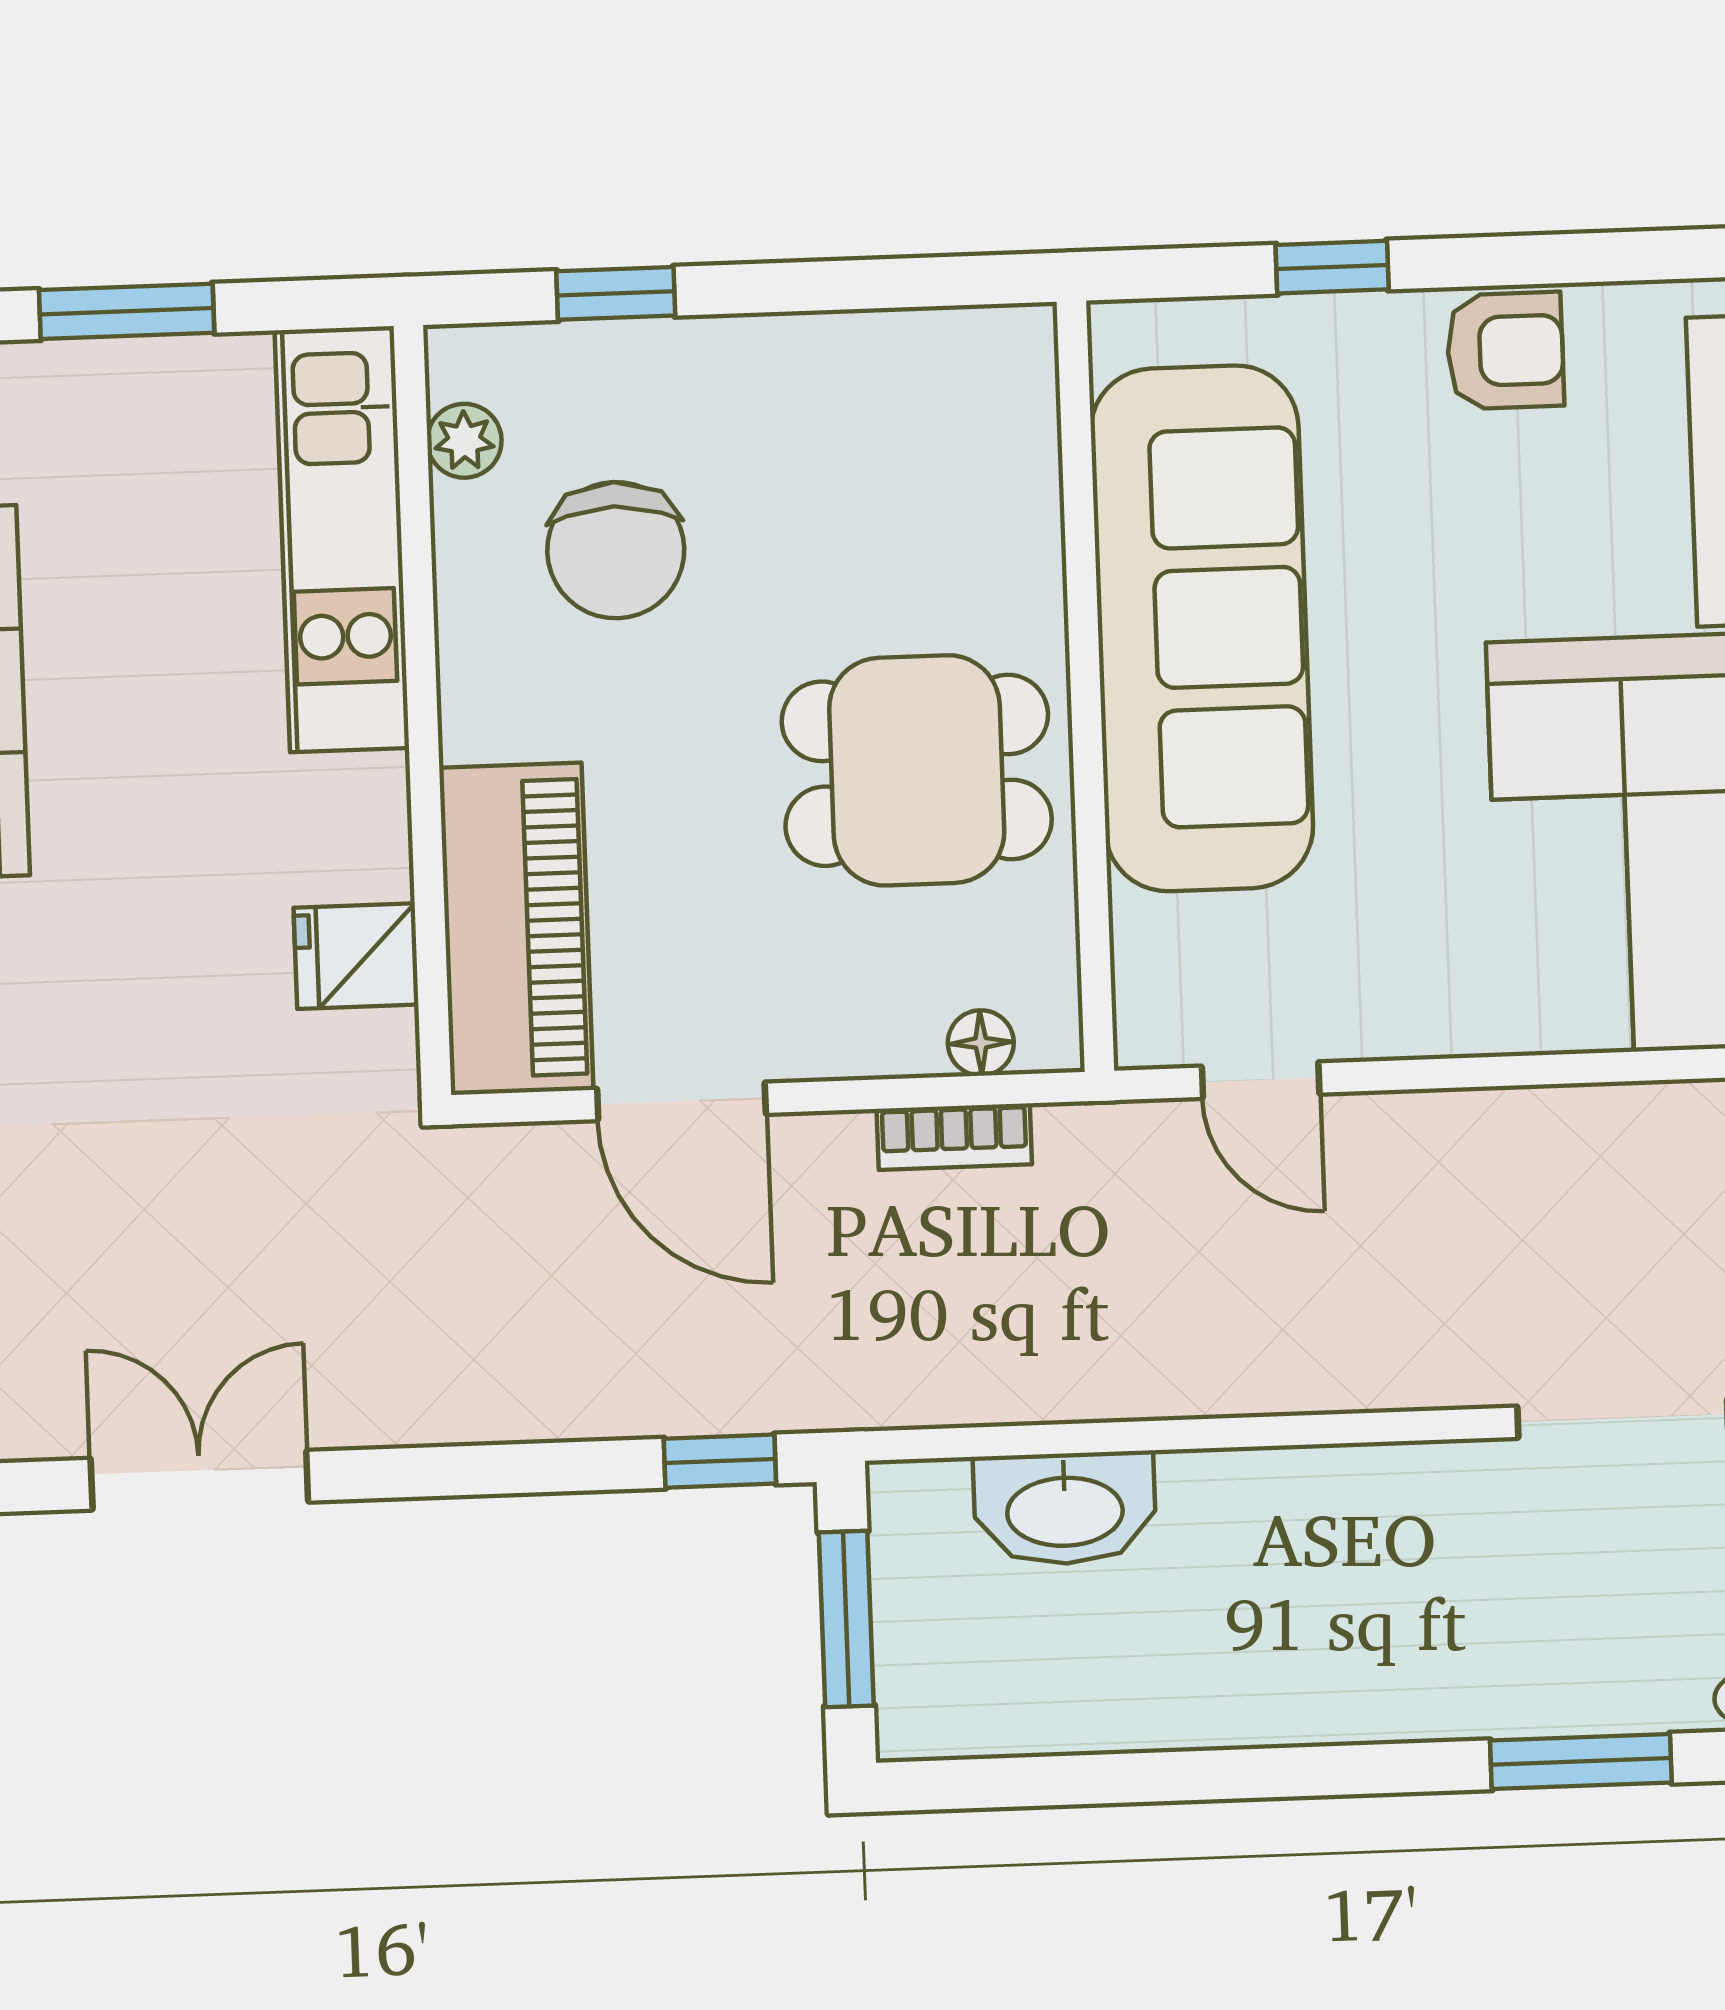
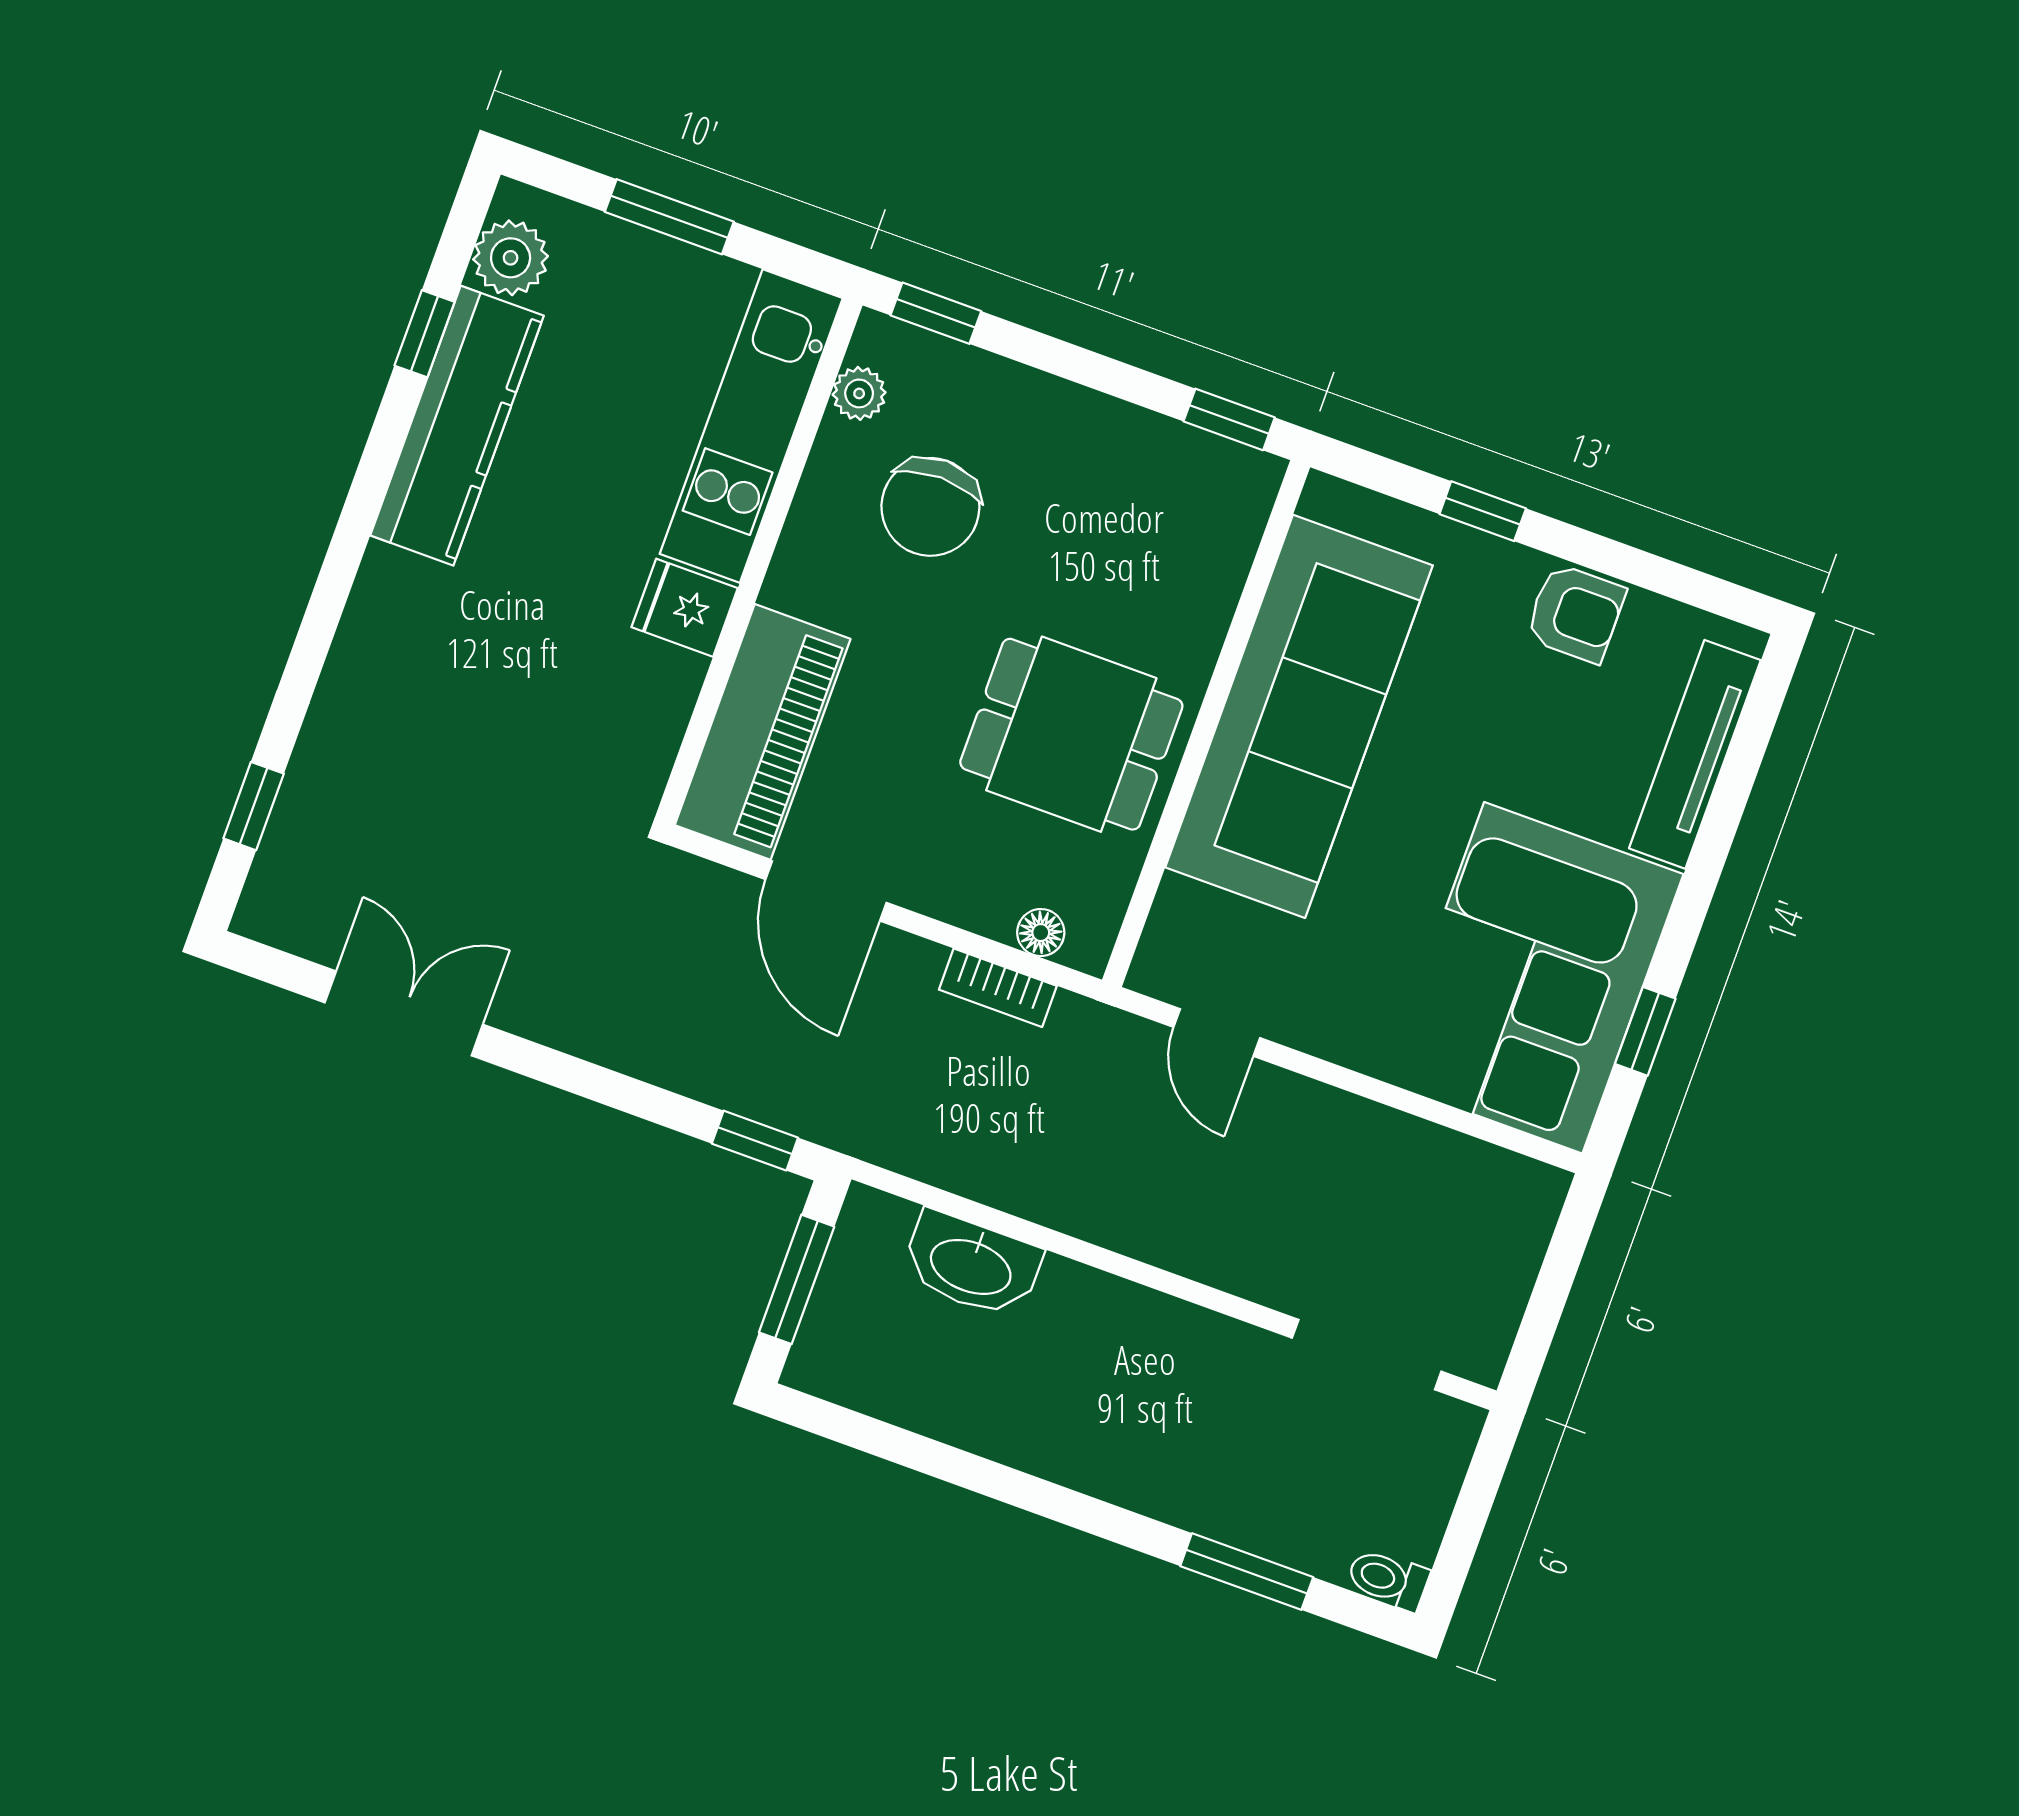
window: (956, 281) -> (1229, 419), added
window: (616, 293) -> (936, 313), moved
fridge: (356, 956) -> (685, 608), moved

